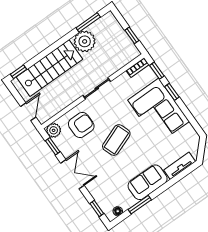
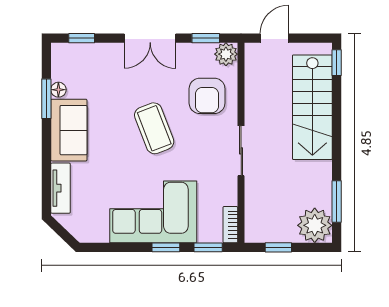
plant: (85, 41) -> (315, 225), moved
door: (28, 112) -> (274, 38), swing flipped
floor lamp: (118, 211) -> (58, 90), moved

